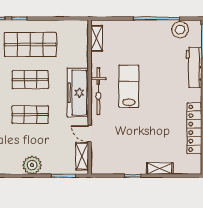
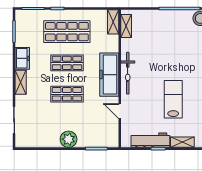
lab bench: (129, 86) -> (173, 99), moved
shelving: (82, 156) -> (113, 22), moved
workbench: (124, 166) -> (150, 140), added

